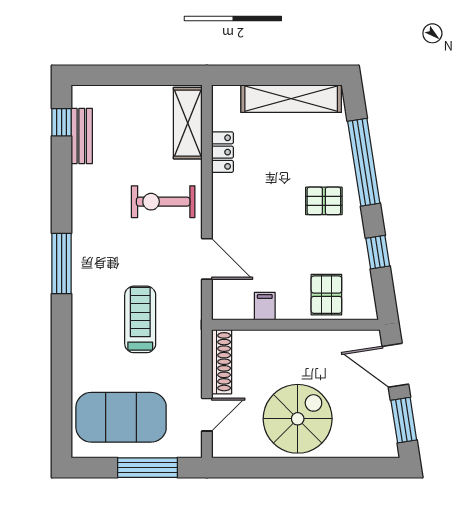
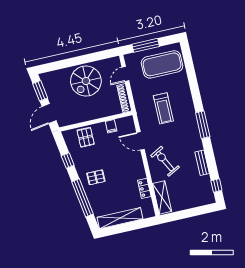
bench: (82, 136) -> (202, 163), moved
exercise bike: (163, 202) -> (165, 161), turned -118
door: (395, 365) -> (49, 114), swing flipped

